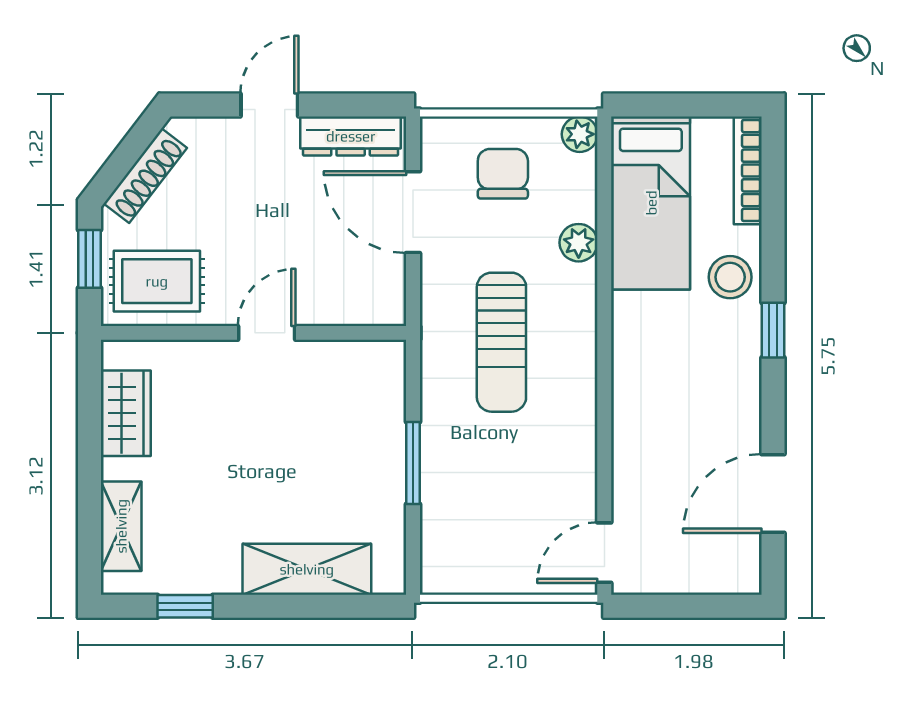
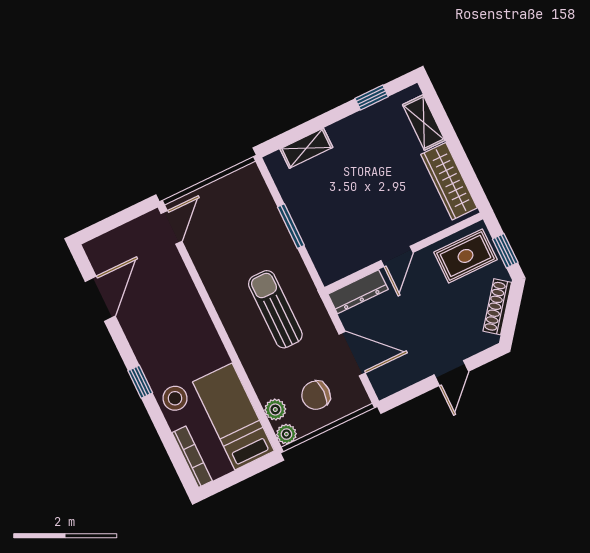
dresser: (351, 136) -> (358, 292), moved, turned 180
chair: (503, 174) -> (316, 395), turned 90
plant: (579, 243) -> (275, 409), moved
wardrobe: (126, 413) -> (449, 181), width x1.50
shelving: (307, 569) -> (306, 148), width x0.67, depth x0.75

